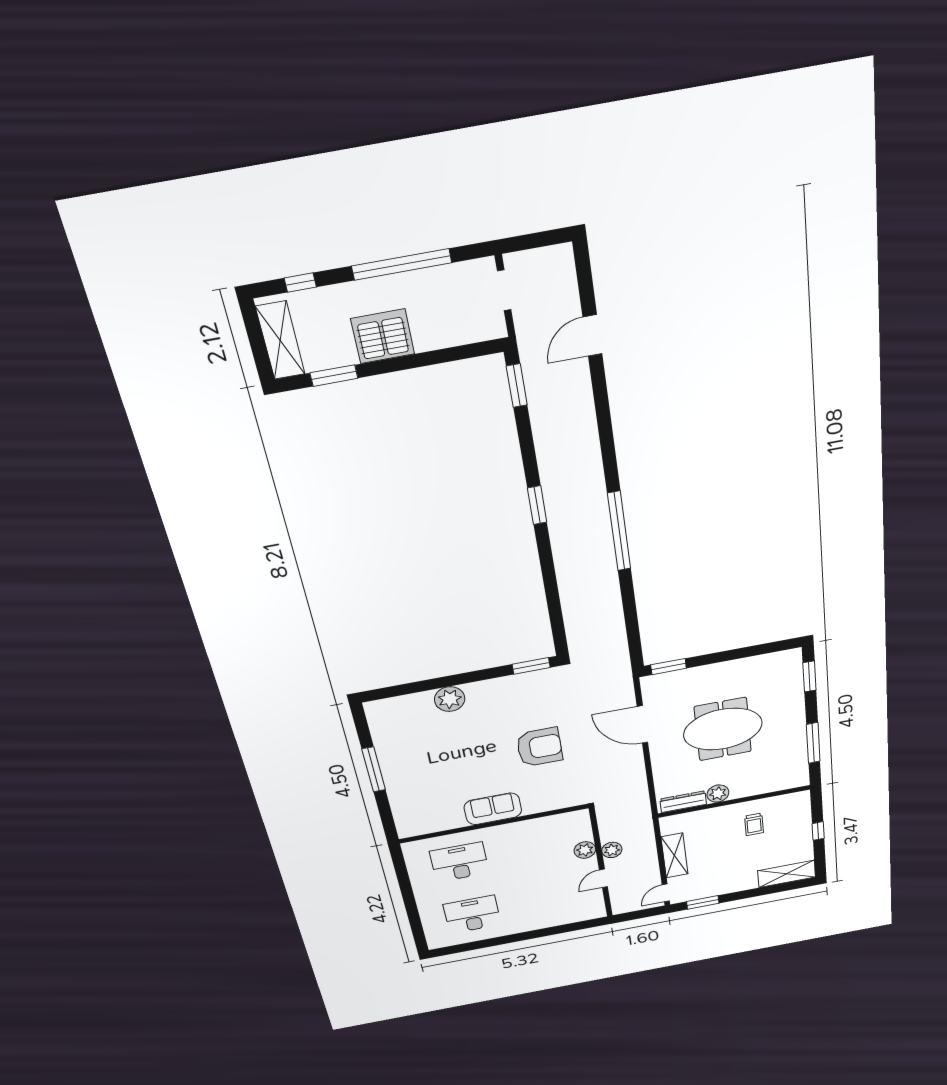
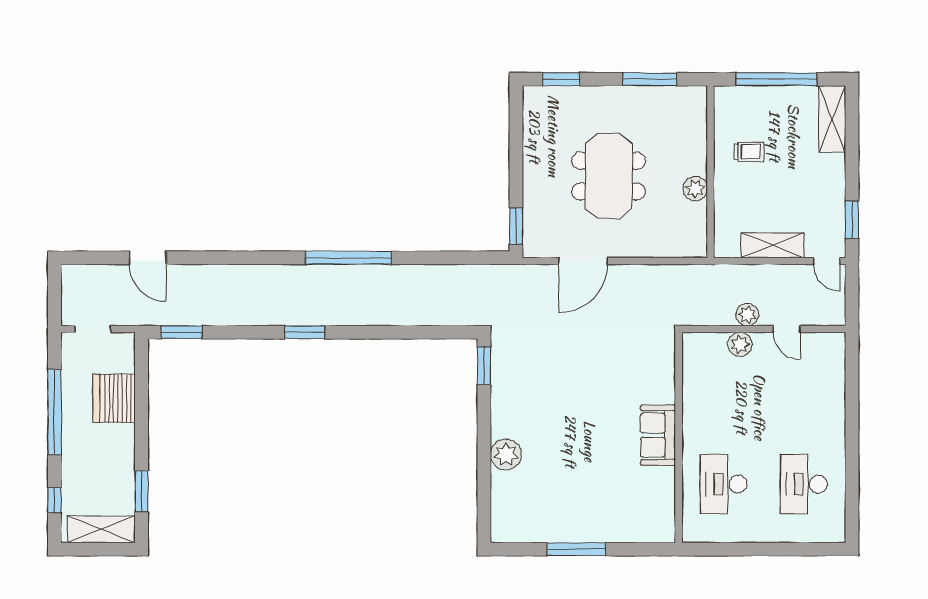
server rack: (383, 336) -> (114, 398), moved
armchair: (539, 747) -> (587, 373), removed
dresser: (683, 802) -> (697, 228), removed
window: (818, 831) -> (776, 79), width x3.17

